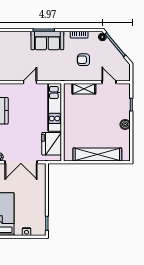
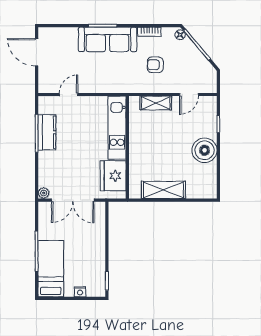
sofa: (47, 41) -> (108, 39), width x1.36
door: (30, 82) -> (69, 95), moved
door: (109, 82) -> (189, 95), swing flipped
boiler: (125, 124) -> (204, 150), width x1.86, depth x1.86
shelving: (97, 155) -> (163, 190), width x0.68

